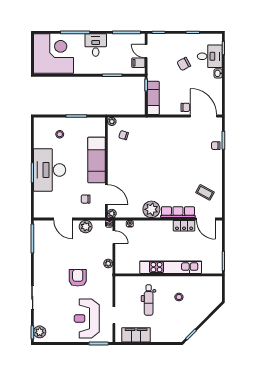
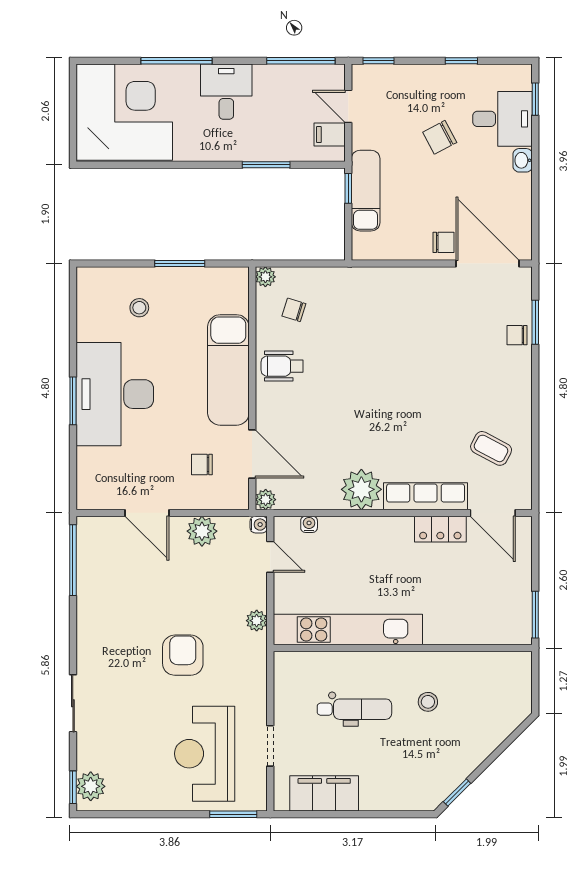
exam couch: (153, 98) -> (366, 191), moved
wheelchair: (119, 158) -> (282, 366), added
kitchen unit: (171, 267) -> (348, 629), moved
dental chair: (149, 300) -> (354, 709), turned -90

